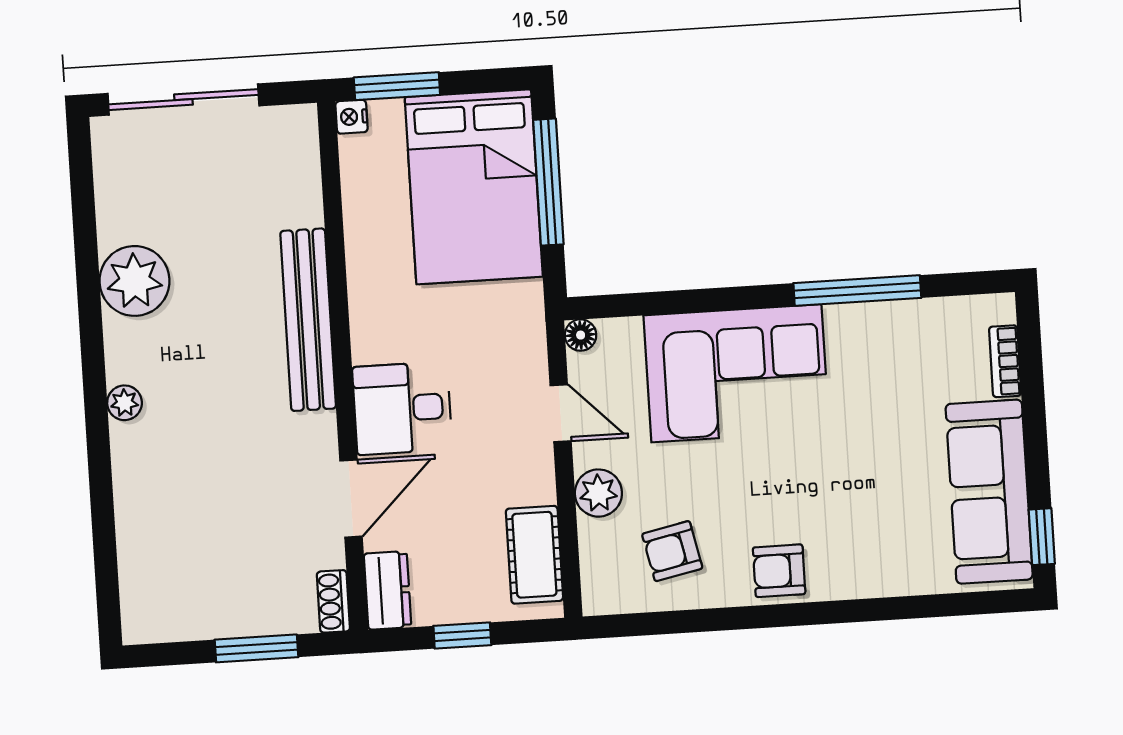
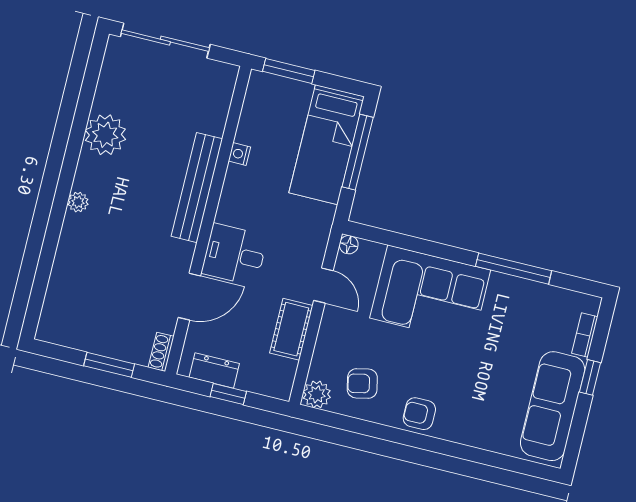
nightstand: (351, 117) -> (239, 154), moved
bed: (474, 187) -> (327, 145), width x0.67
plant: (598, 493) -> (317, 394), moved
window: (1042, 537) -> (590, 377), moved
cot: (534, 555) -> (291, 329), moved
dresser: (388, 590) -> (214, 370), moved, turned -90

